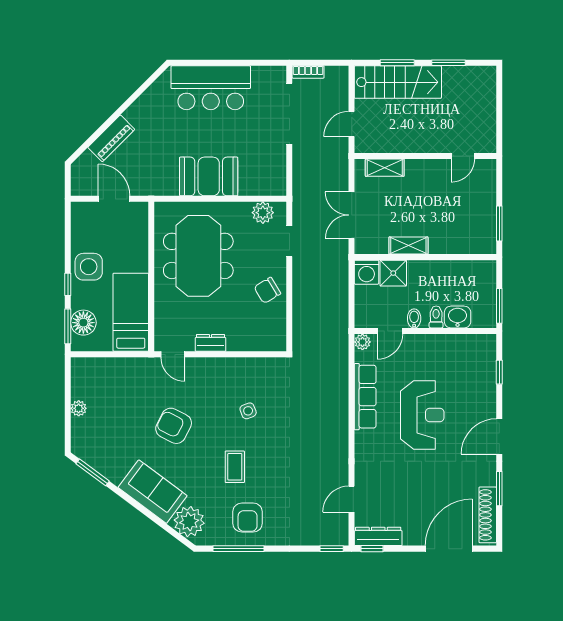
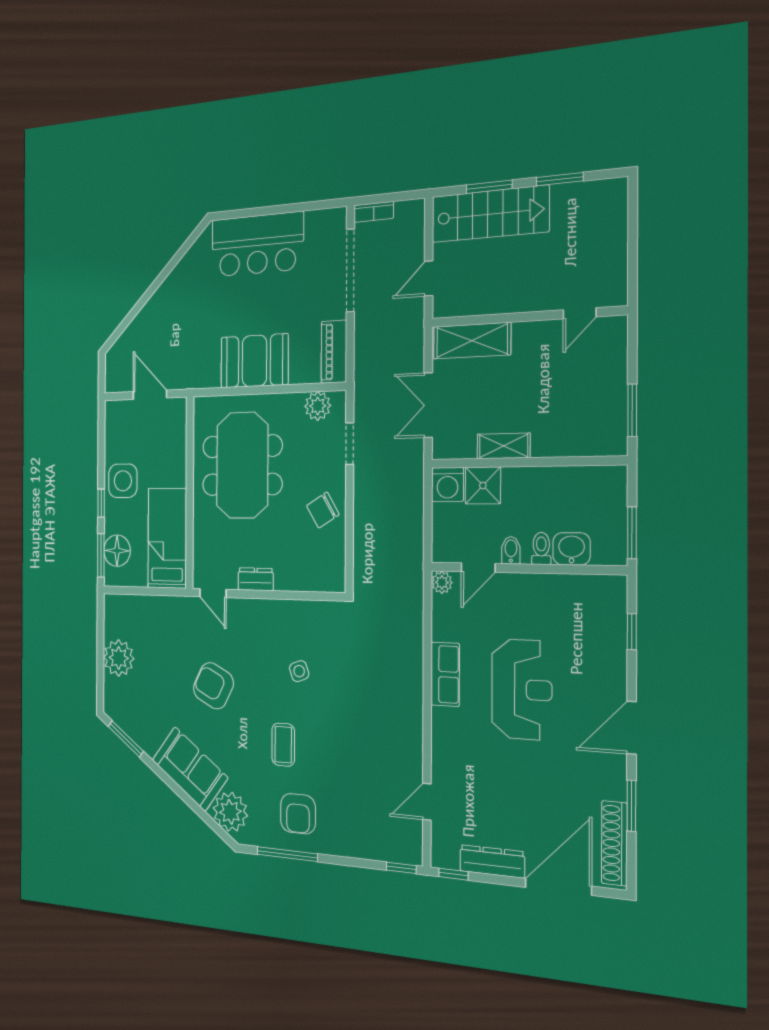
piano: (111, 138) -> (334, 352), moved, turned 135
shelving: (385, 168) -> (472, 341), width x1.50, depth x1.33
row of seats: (365, 397) -> (445, 674), width x0.68
plant: (79, 408) -> (119, 658), width x1.87, depth x1.87
dresser: (378, 536) -> (492, 861), moved

